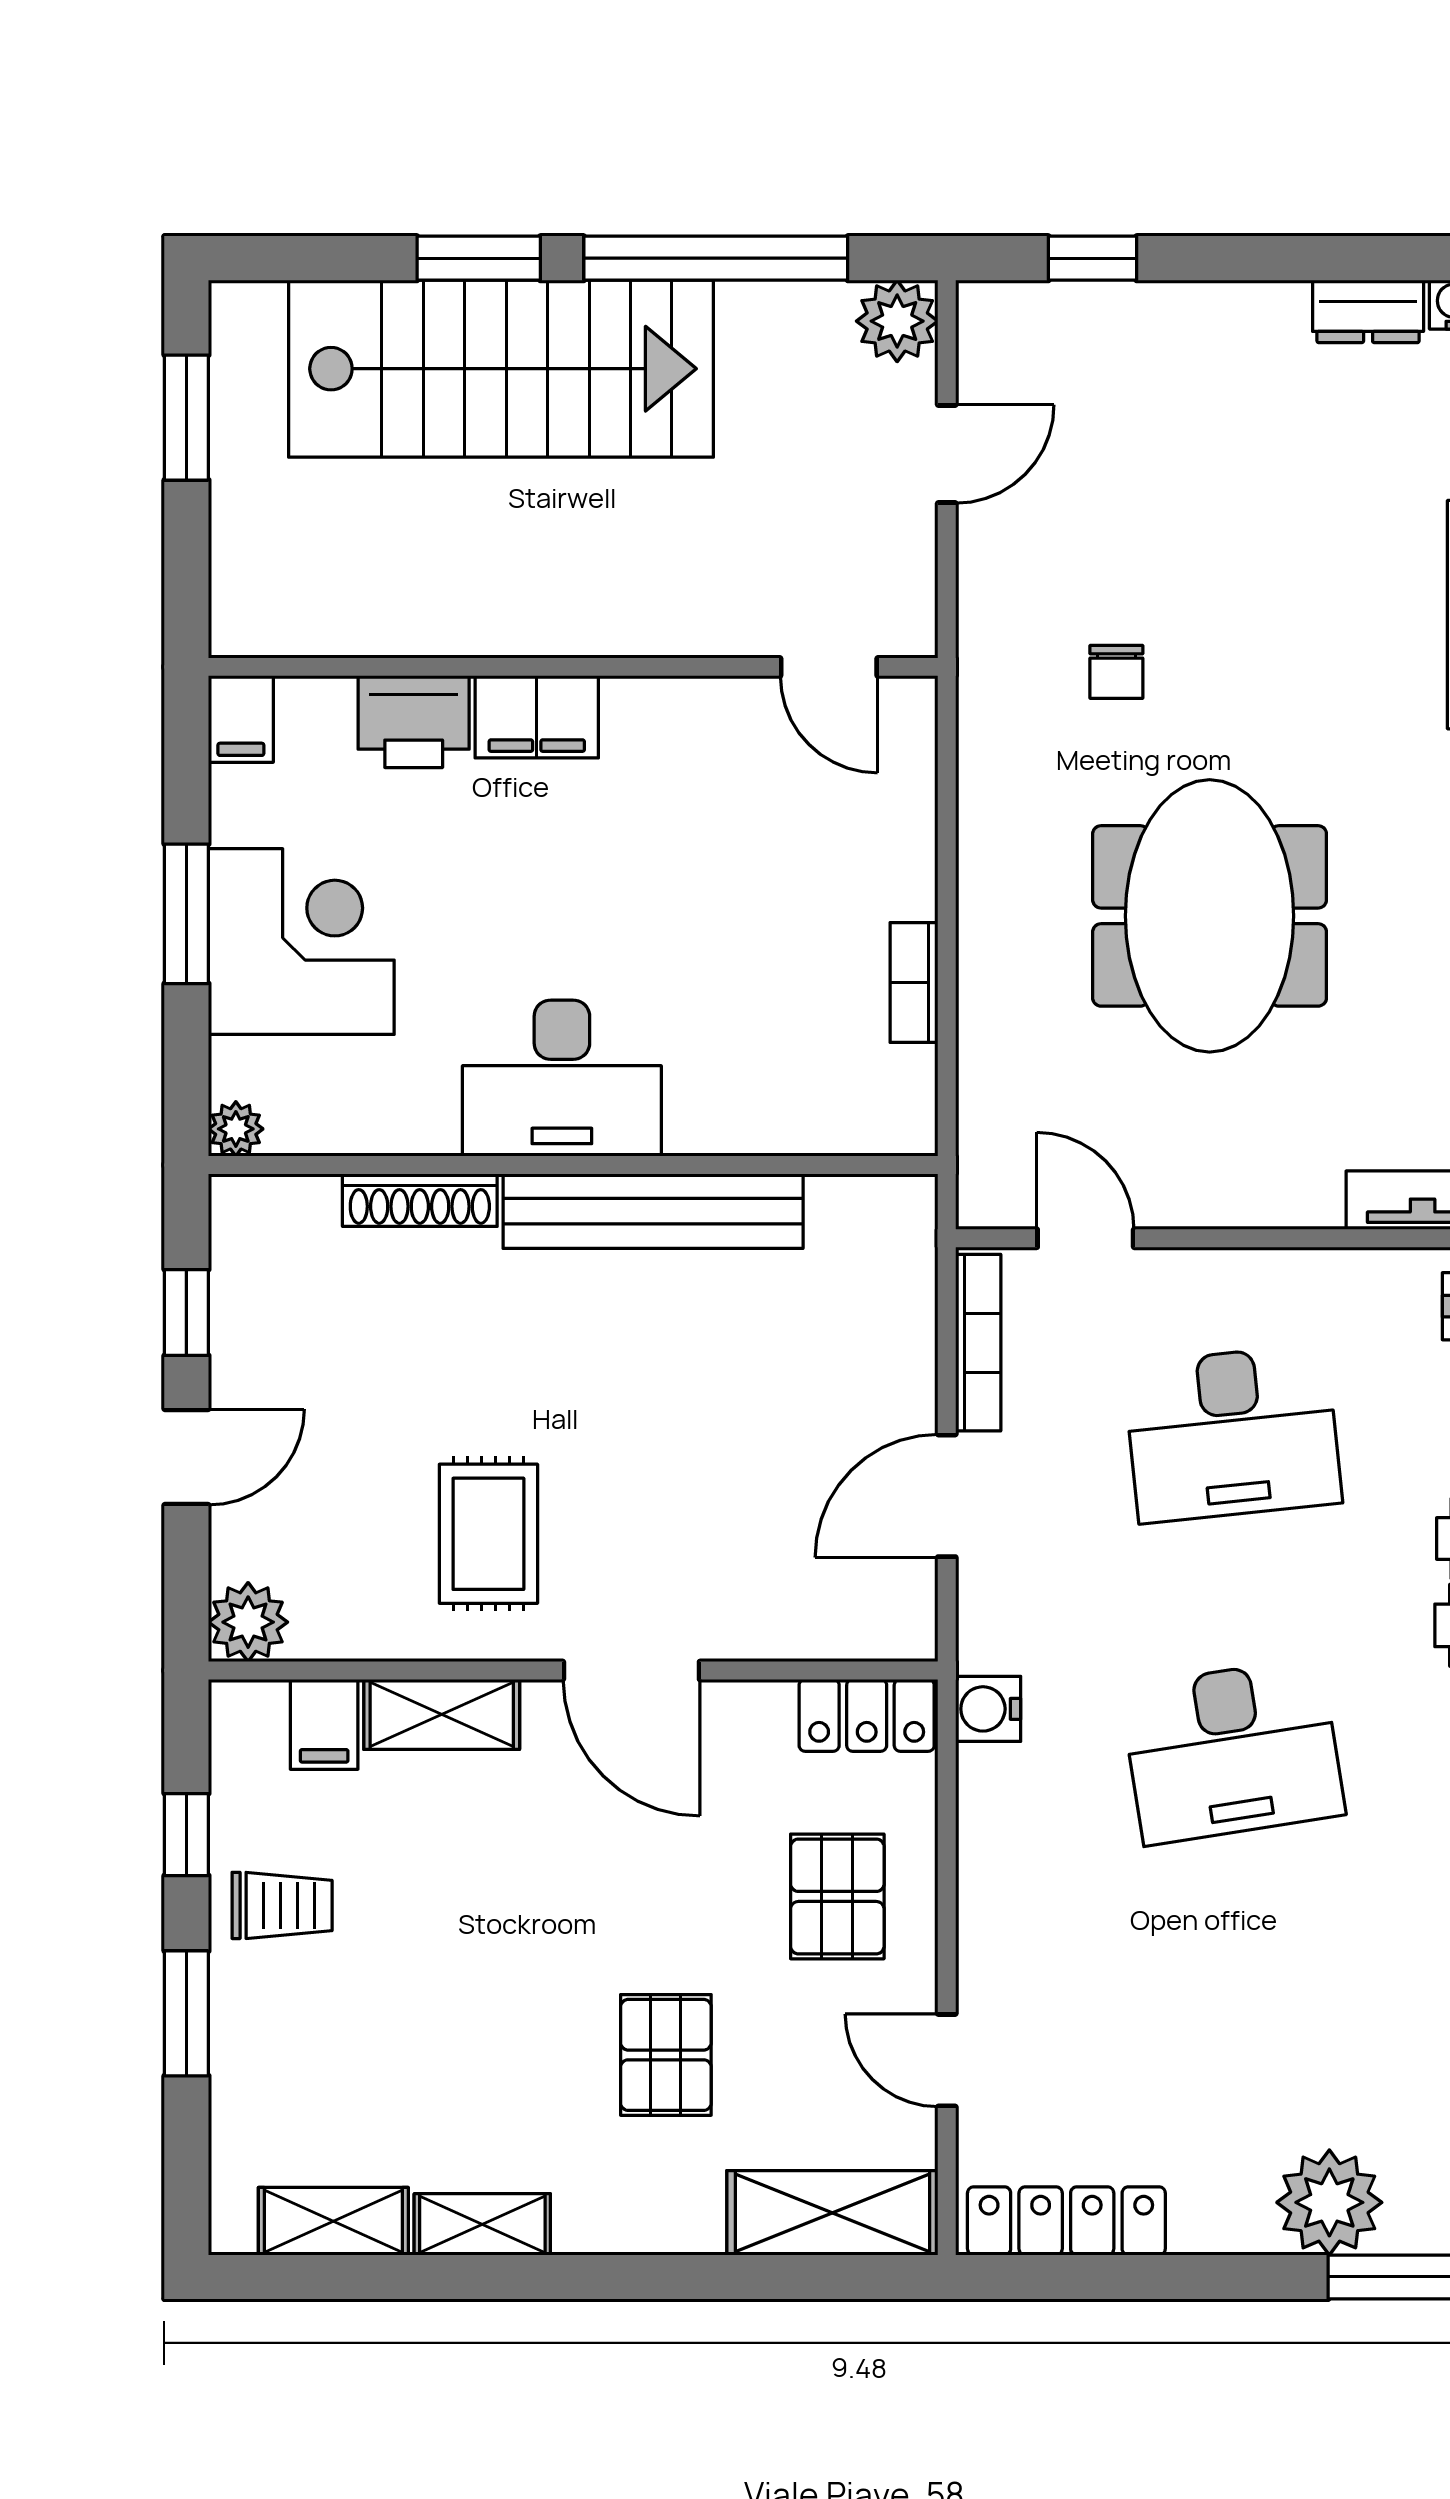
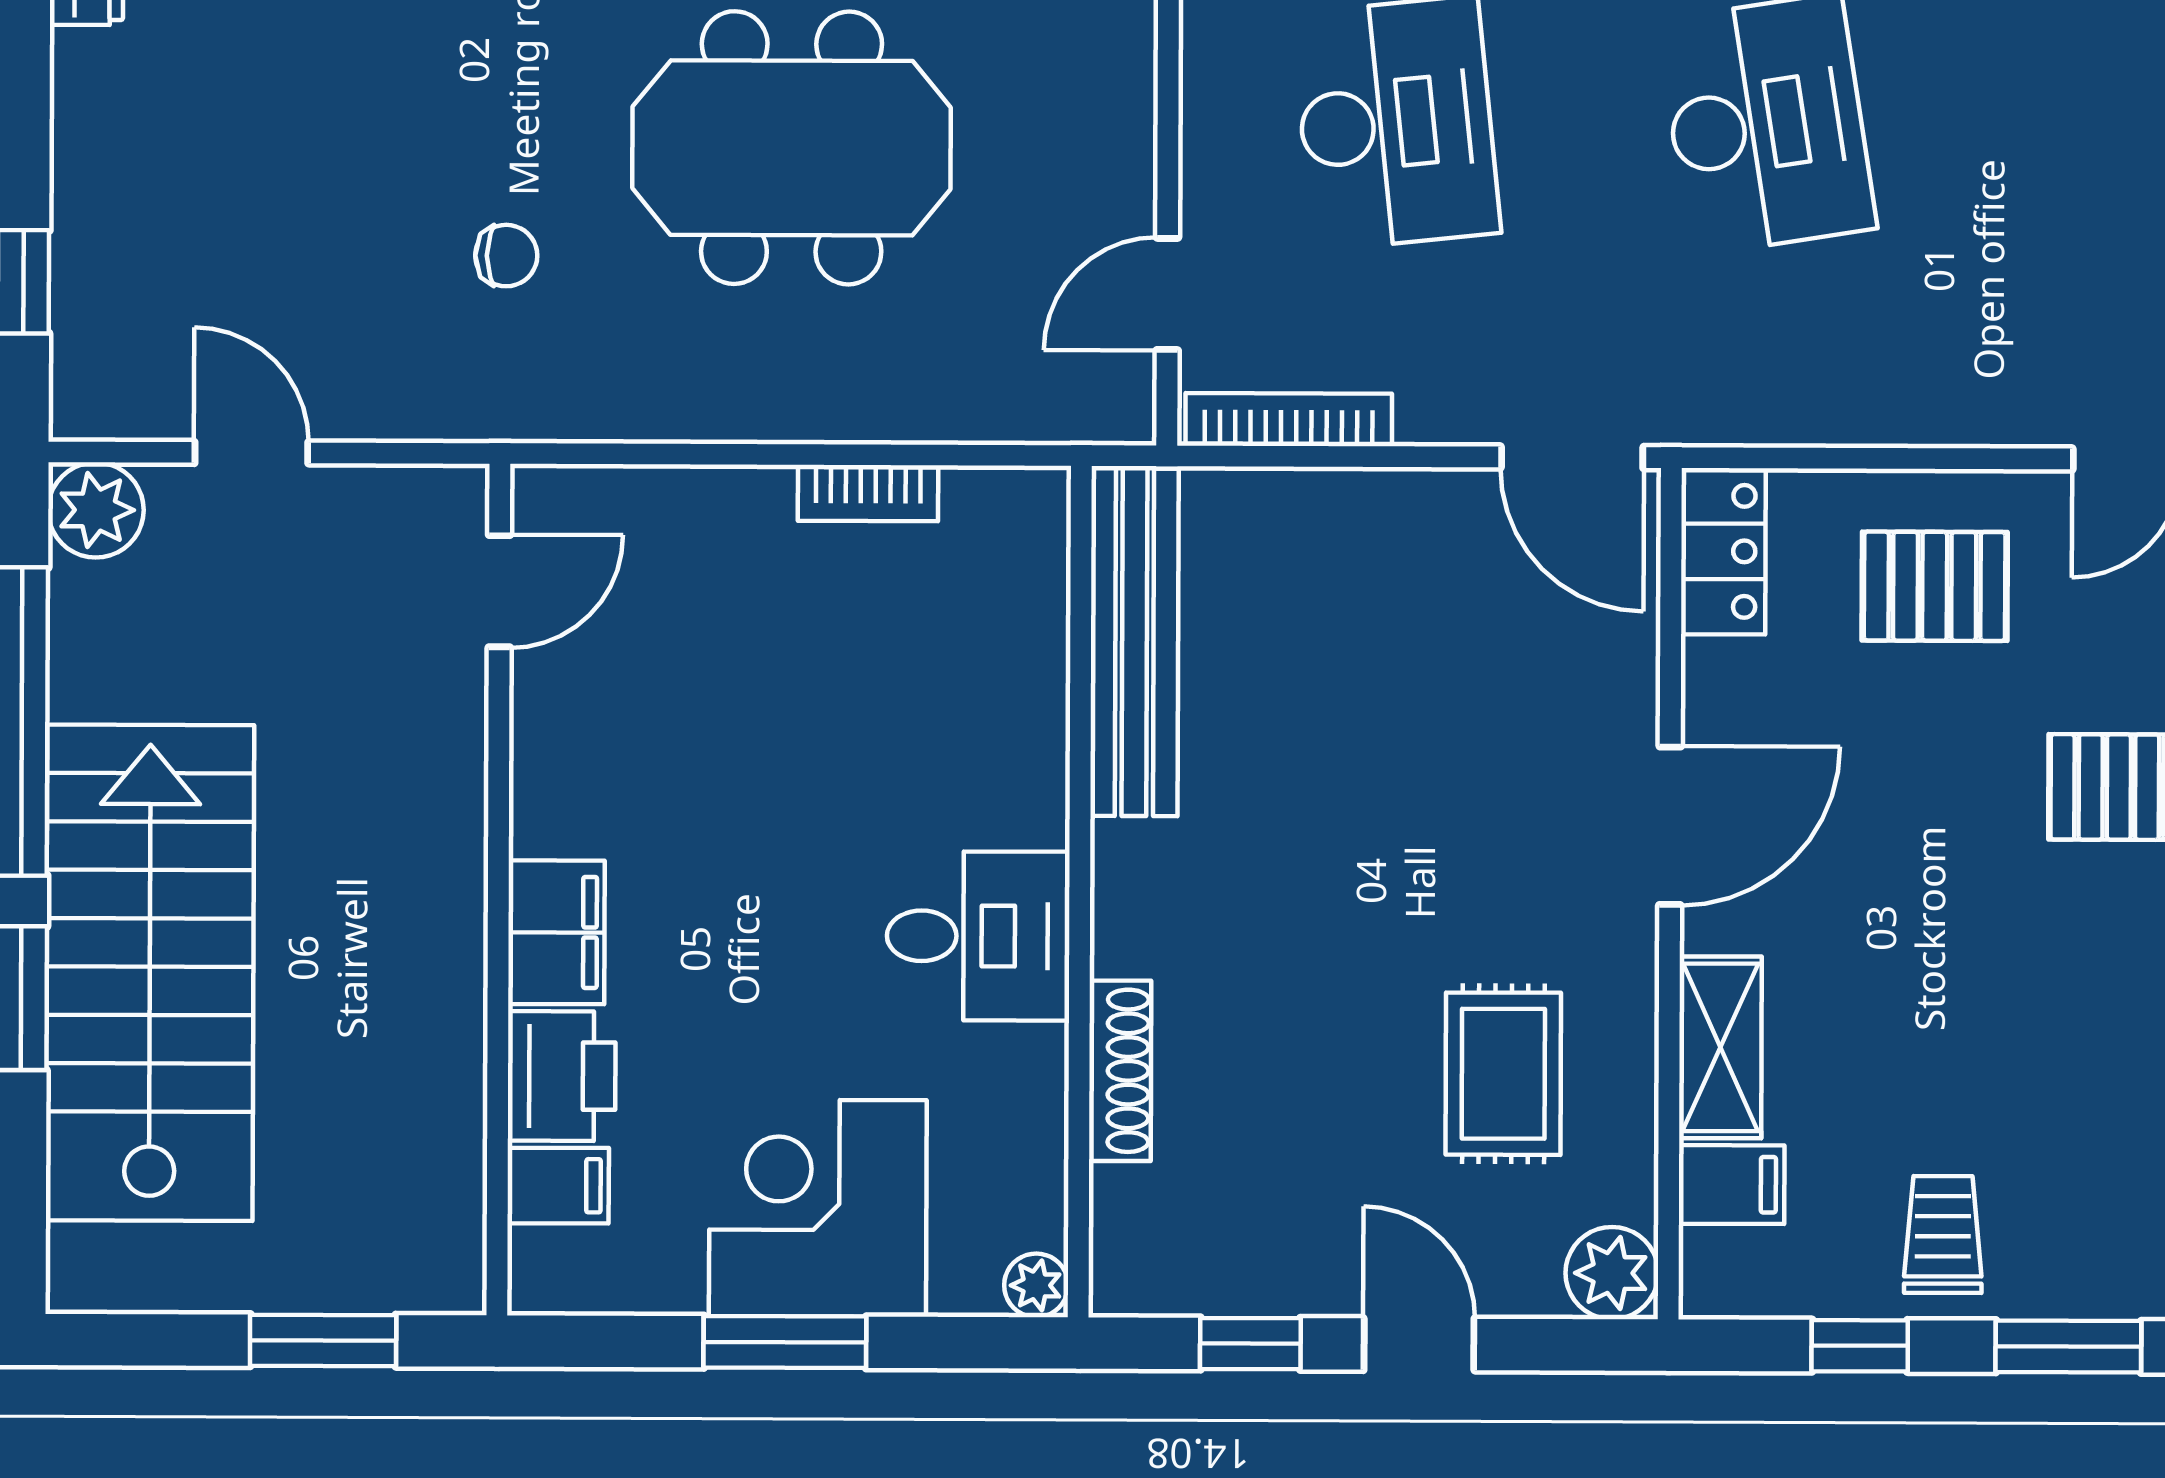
window: (186, 418) -> (323, 1340), moved
filing cabinet: (241, 719) -> (558, 1186), moved
desk: (562, 1078) -> (978, 936), width x0.73
bench: (653, 1211) -> (1134, 641), moved
door: (947, 1496) -> (1572, 457), moved
rug: (488, 1534) -> (1503, 1074), moved, turned 90
water cooler: (988, 1709) -> (1716, 409), removed

